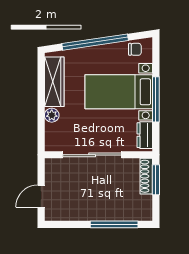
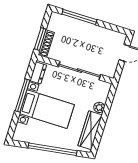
chair: (135, 49) -> (26, 135), removed

